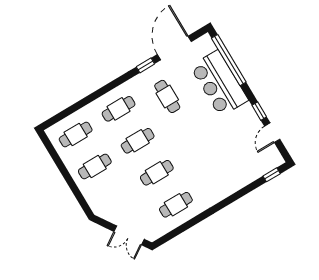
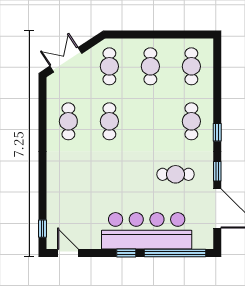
bar counter: (219, 83) -> (147, 231), width x1.36
window: (115, 84) -> (217, 132), added
window: (259, 111) -> (126, 253), moved
door: (272, 133) -> (68, 253), moved
cafe table: (138, 141) -> (109, 66), moved

